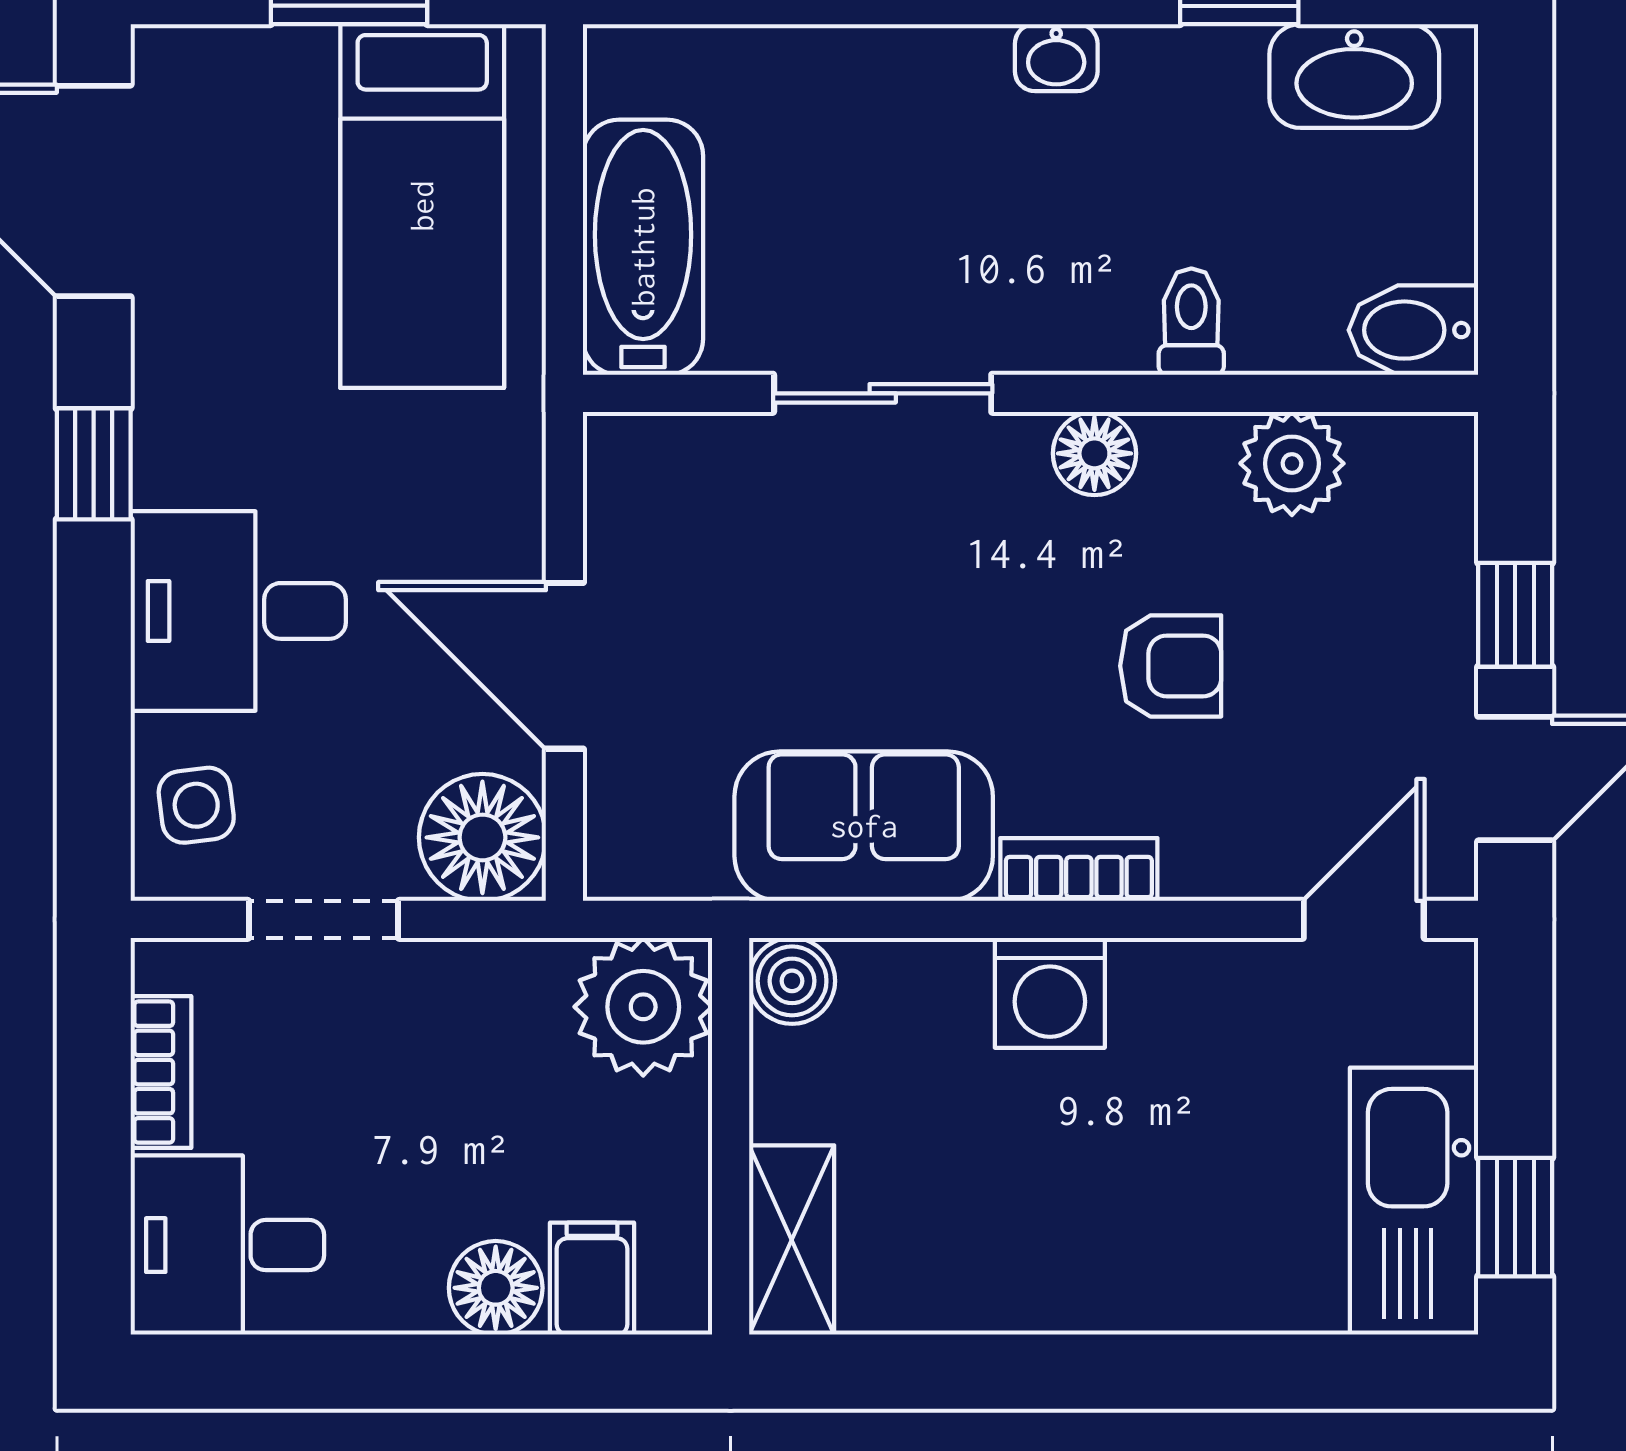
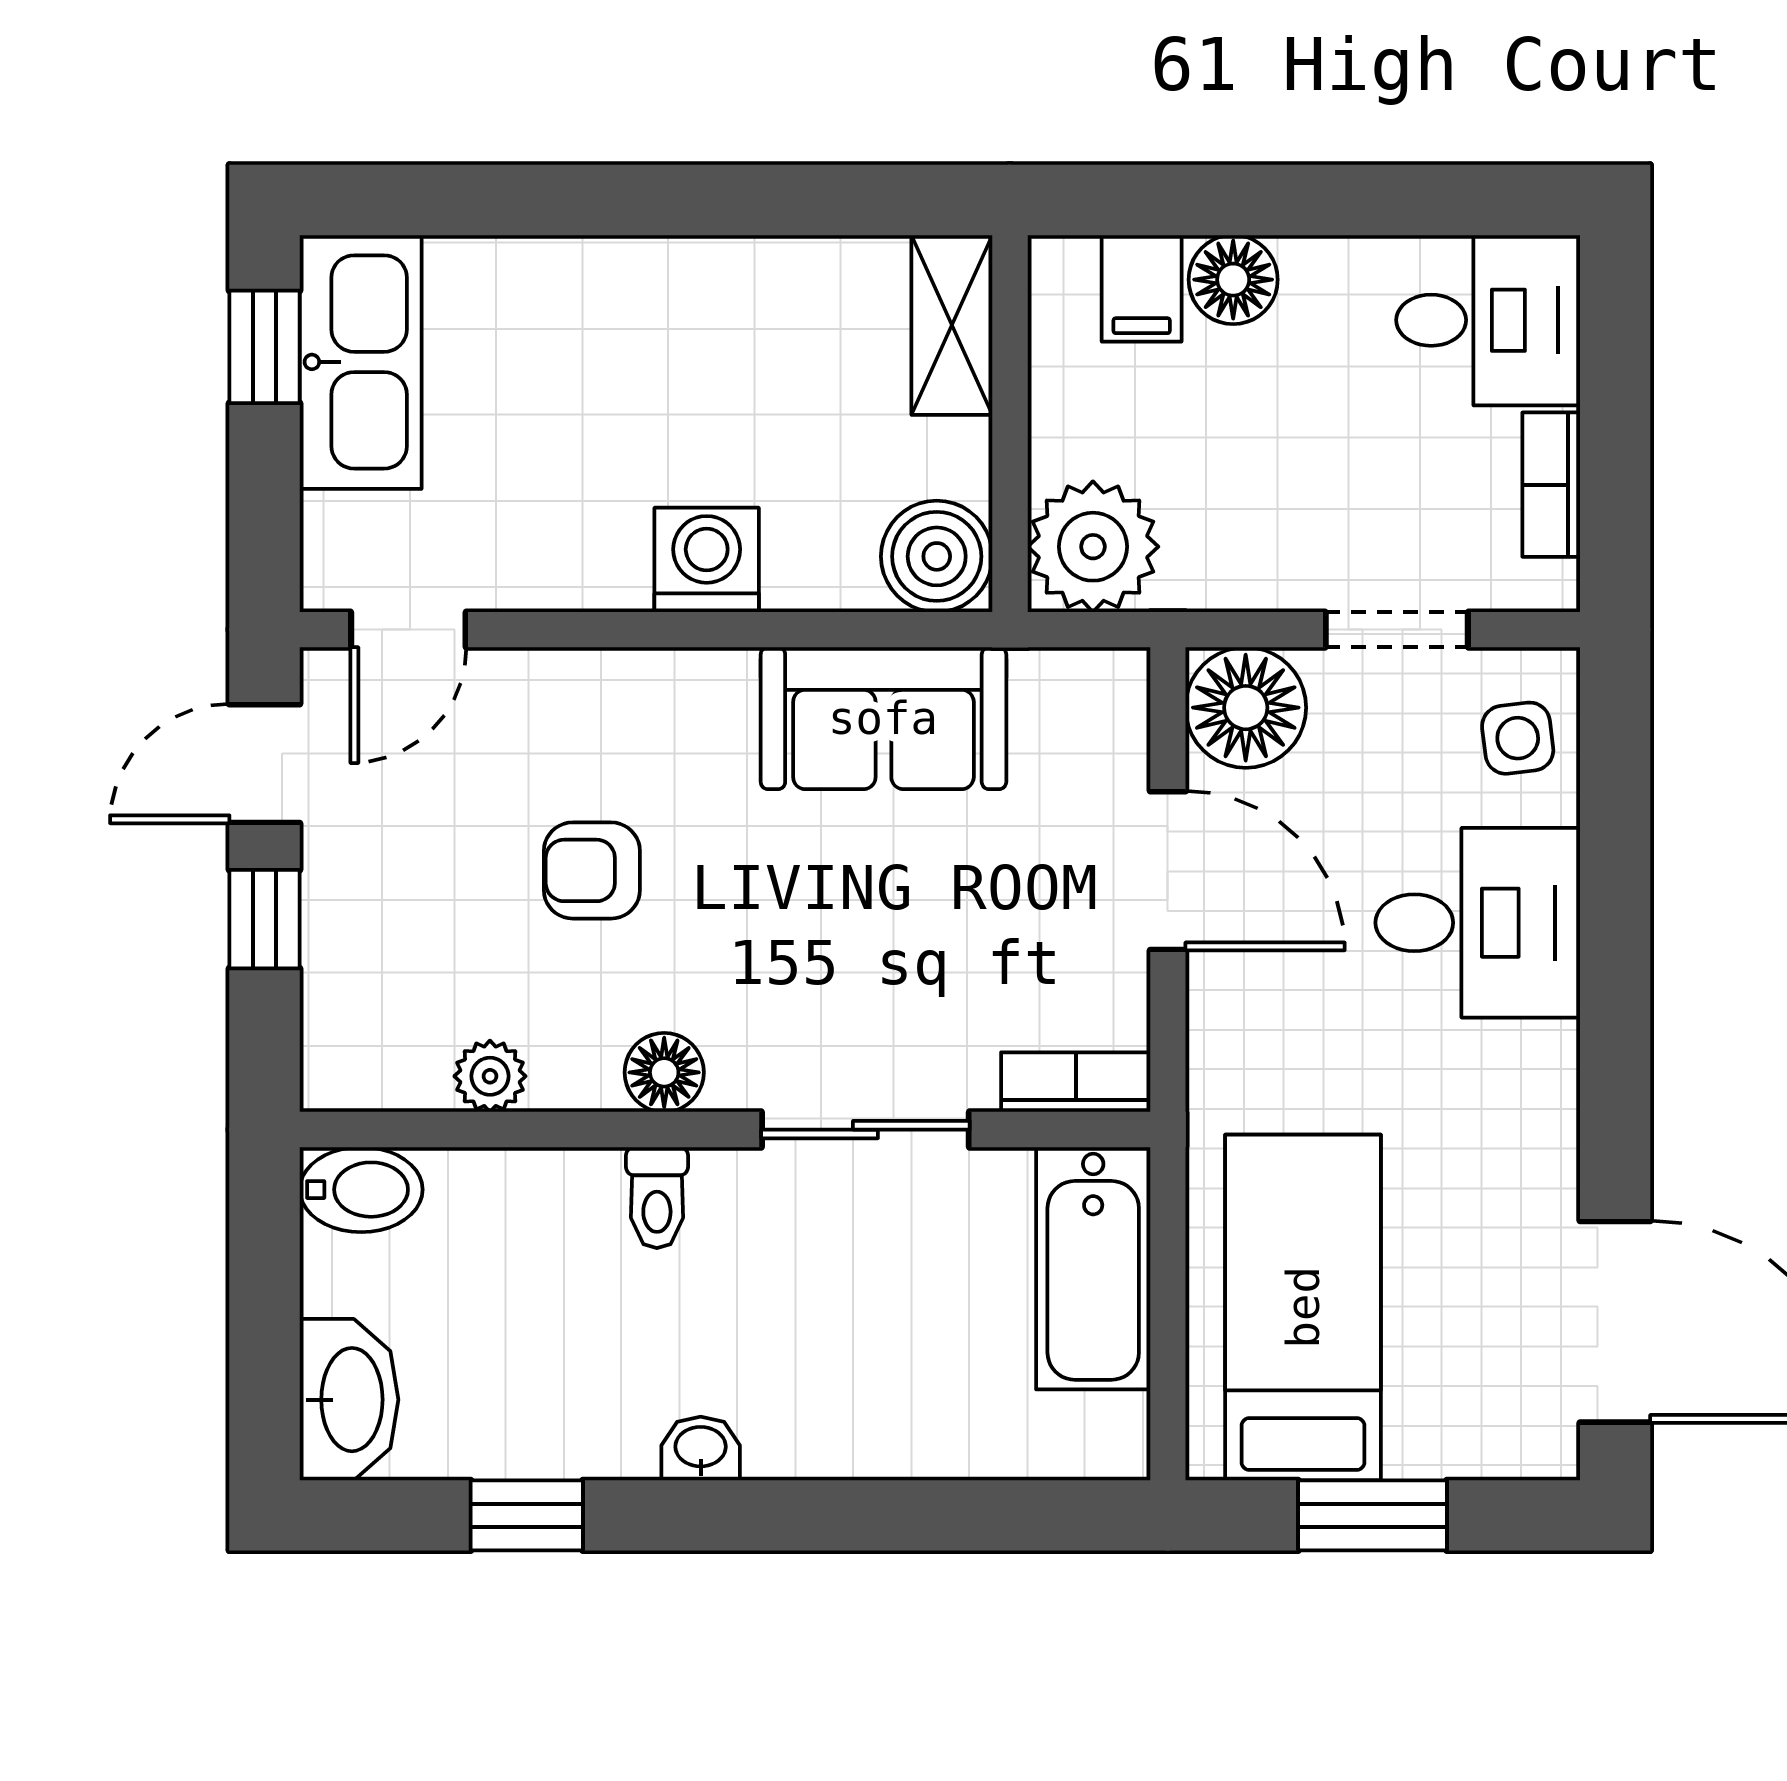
washbasin: (1354, 76) -> (349, 1400), moved, turned 90
toilet: (1191, 322) -> (657, 1198), moved
plant: (1292, 463) -> (490, 1076), width x0.73, depth x0.73
window: (94, 464) -> (1615, 1062), removed
bookcase: (1079, 870) -> (1076, 1082), moved, turned 180
boiler: (792, 981) -> (937, 556), width x1.36, depth x1.36

